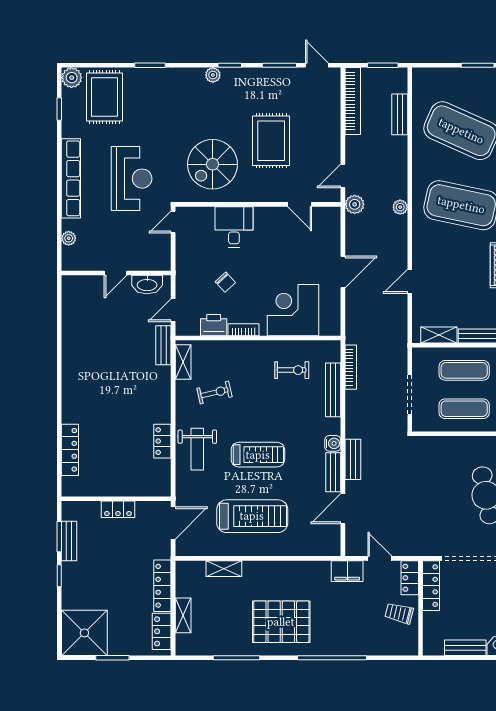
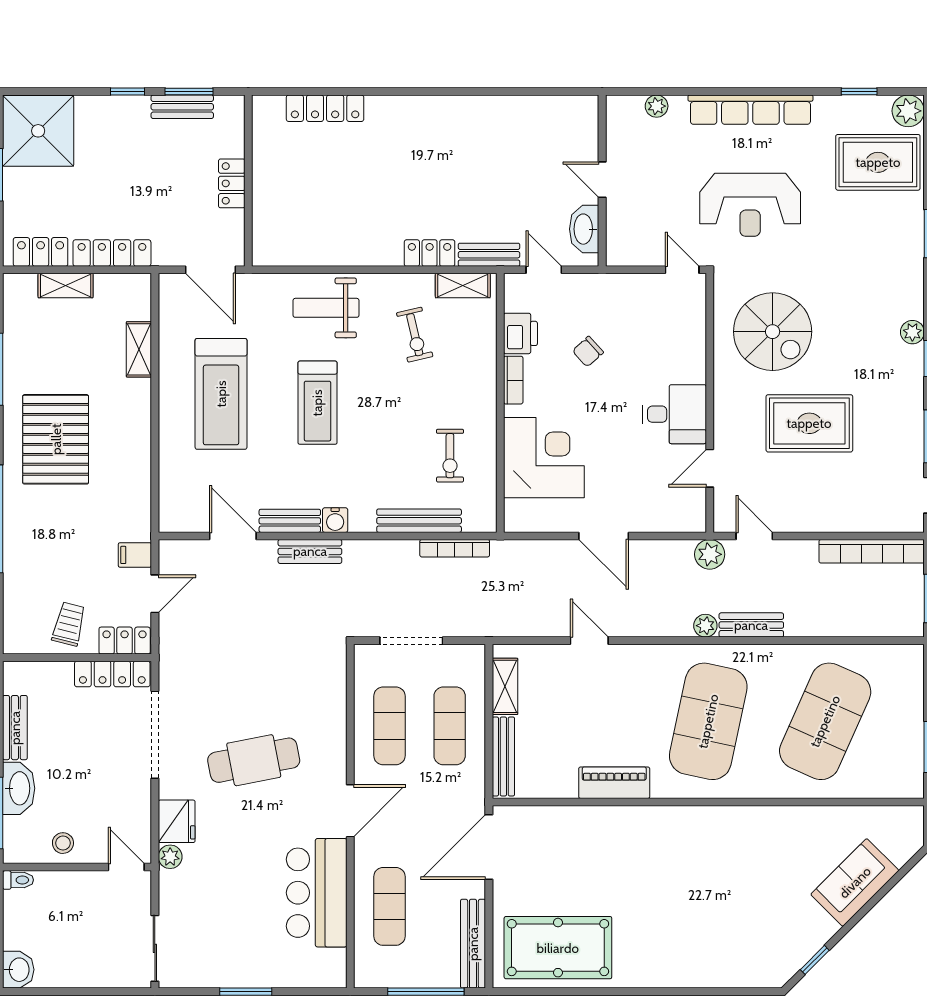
bench: (400, 114) -> (751, 625), moved
spiral stairs: (213, 164) -> (773, 332), turned 180
desk: (234, 227) -> (674, 414), moved
locker: (162, 441) -> (430, 253), moved
filing cabinet: (347, 571) -> (135, 555), width x0.50

